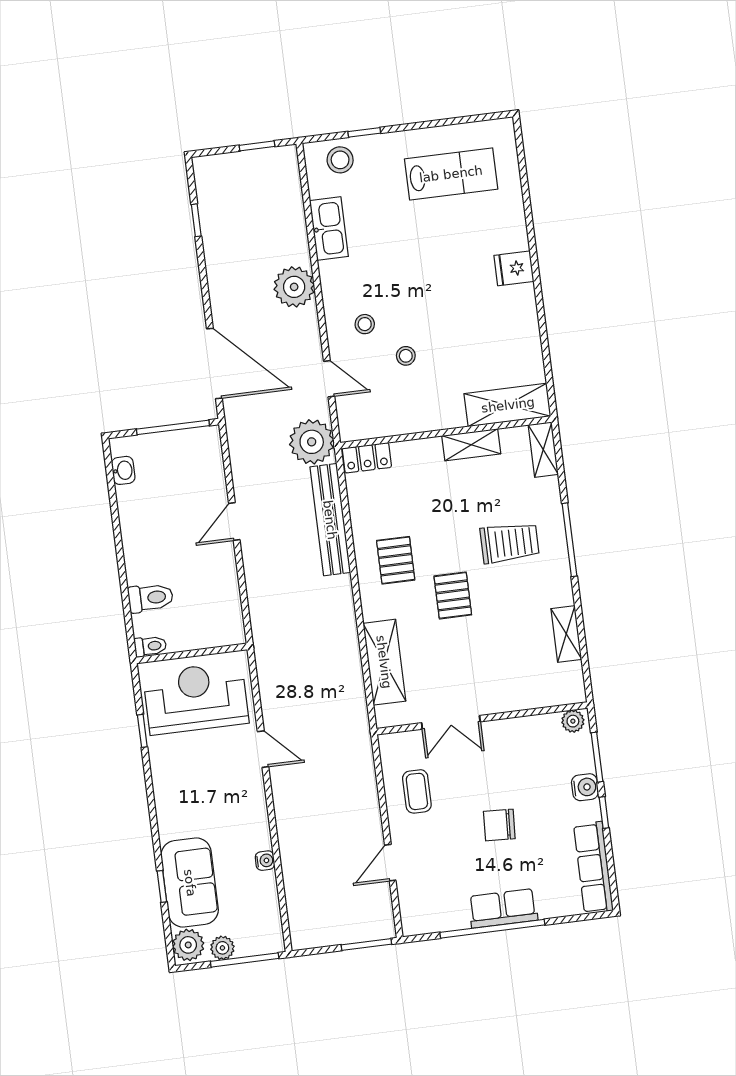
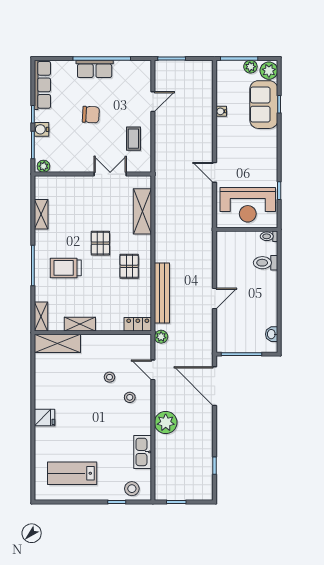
plant: (312, 442) -> (161, 337), width x0.53, depth x0.53

